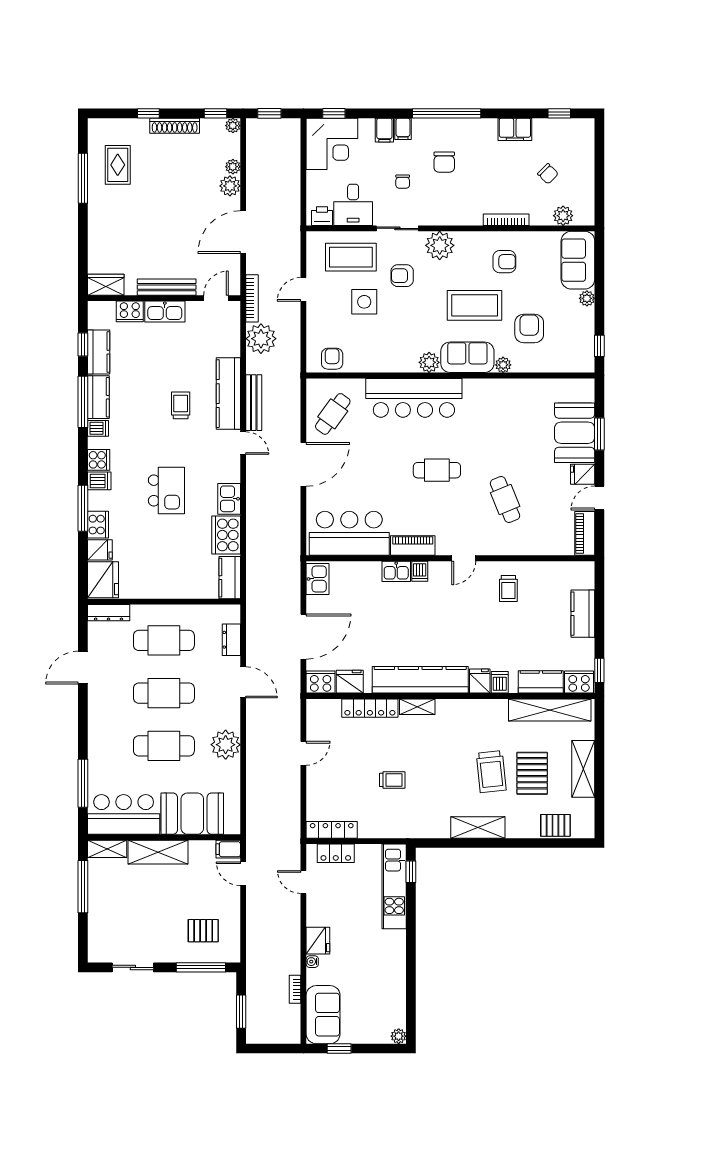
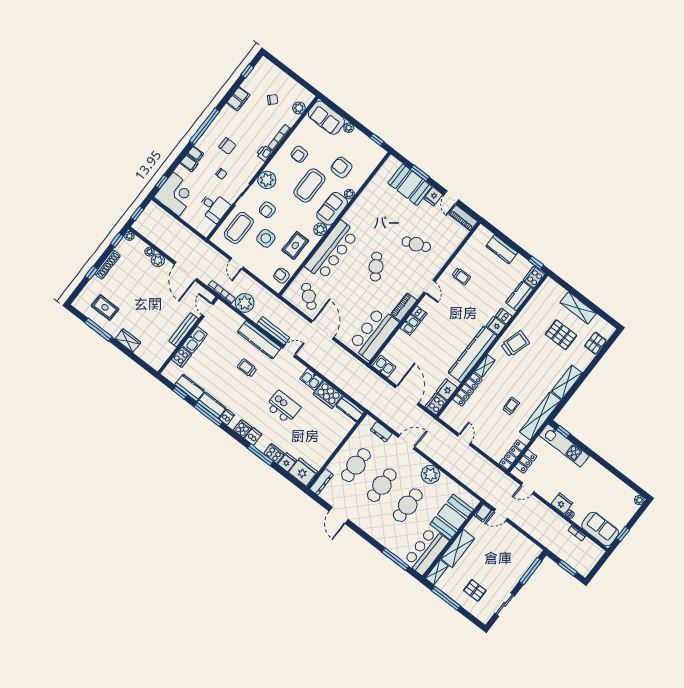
printer: (322, 216) -> (264, 153), moved
armchair: (504, 262) -> (299, 154), turned 180
wardrobe: (106, 285) -> (128, 341), moved, turned 90
rug: (384, 346) -> (295, 245), added
cafe table: (437, 470) -> (376, 267), turned -34
shelving: (550, 710) -> (540, 416), moved
trolley: (491, 772) -> (515, 344), moved, turned -67
pallet: (203, 931) -> (475, 590), moved, turned 90

